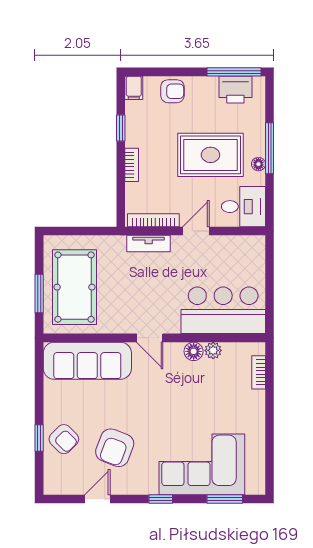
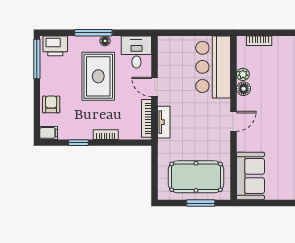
printer: (235, 90) -> (55, 46), moved, turned 90
sofa: (87, 361) -> (250, 176), width x0.73

